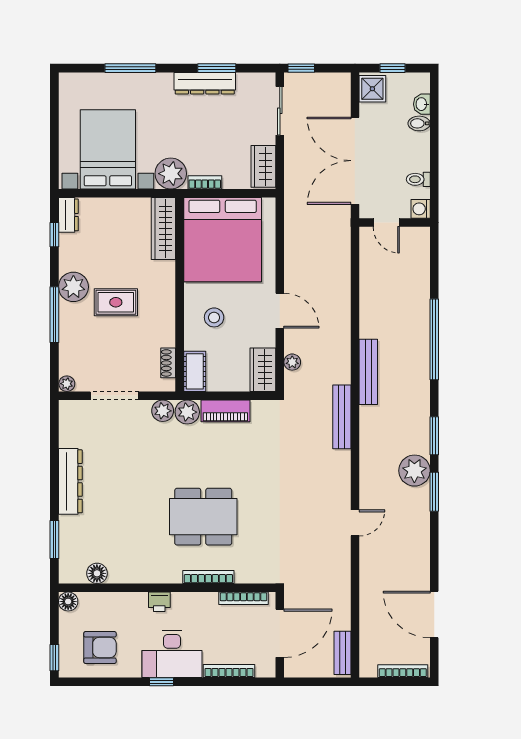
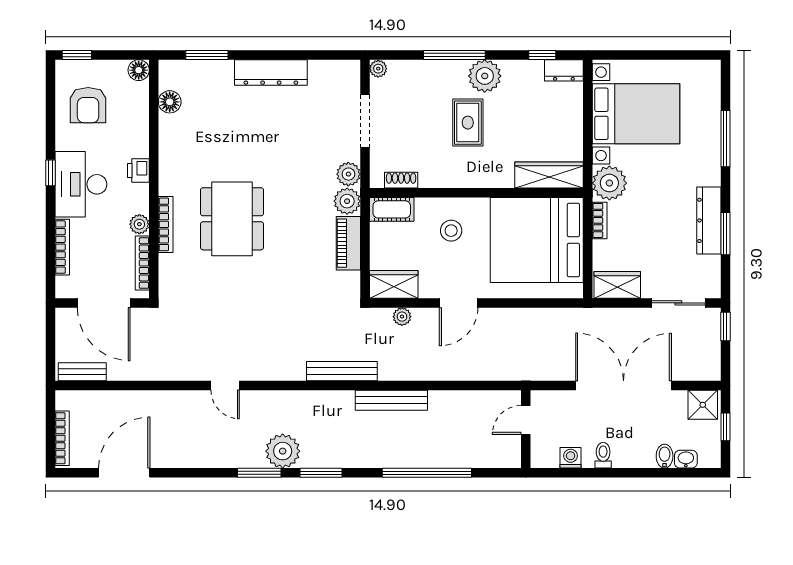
door: (386, 223) -> (526, 420), moved
wall: (395, 223) -> (526, 429), moved
plant: (208, 601) -> (139, 224), added

